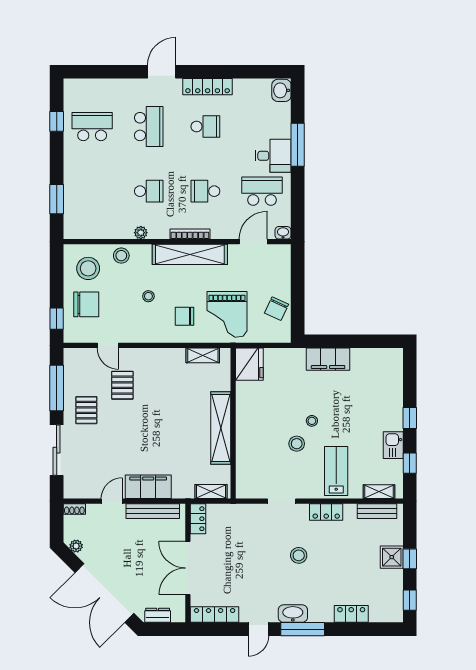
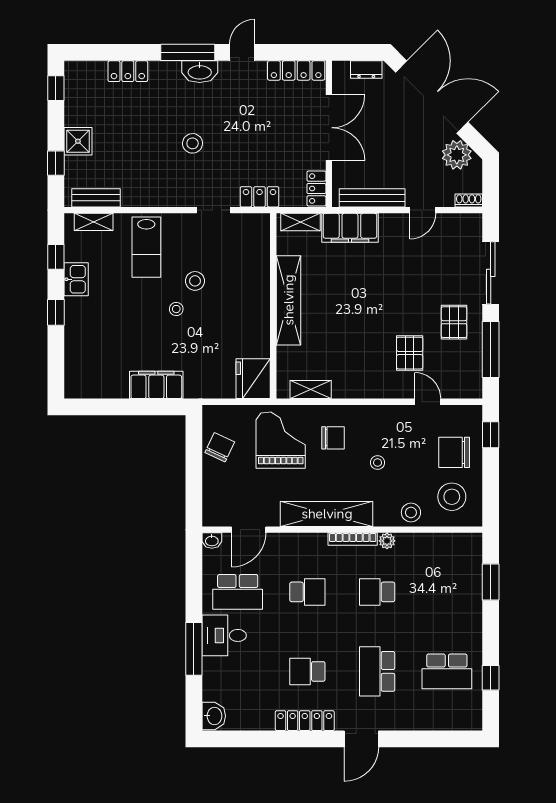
bookcase: (190, 234) -> (353, 539), moved
filing cabinet: (148, 487) -> (350, 228), moved
locker: (326, 512) -> (260, 197), moved
plant: (76, 546) -> (457, 155), width x1.87, depth x1.87
window: (410, 559) -> (56, 163), moved

